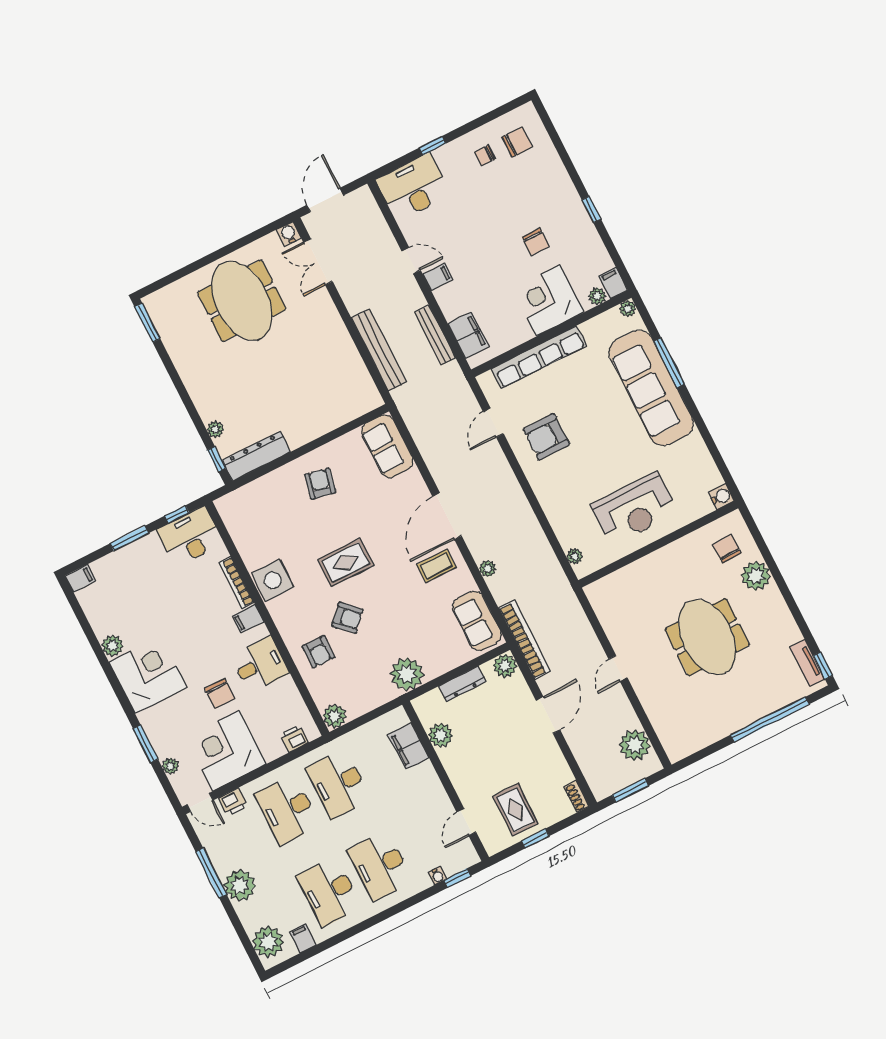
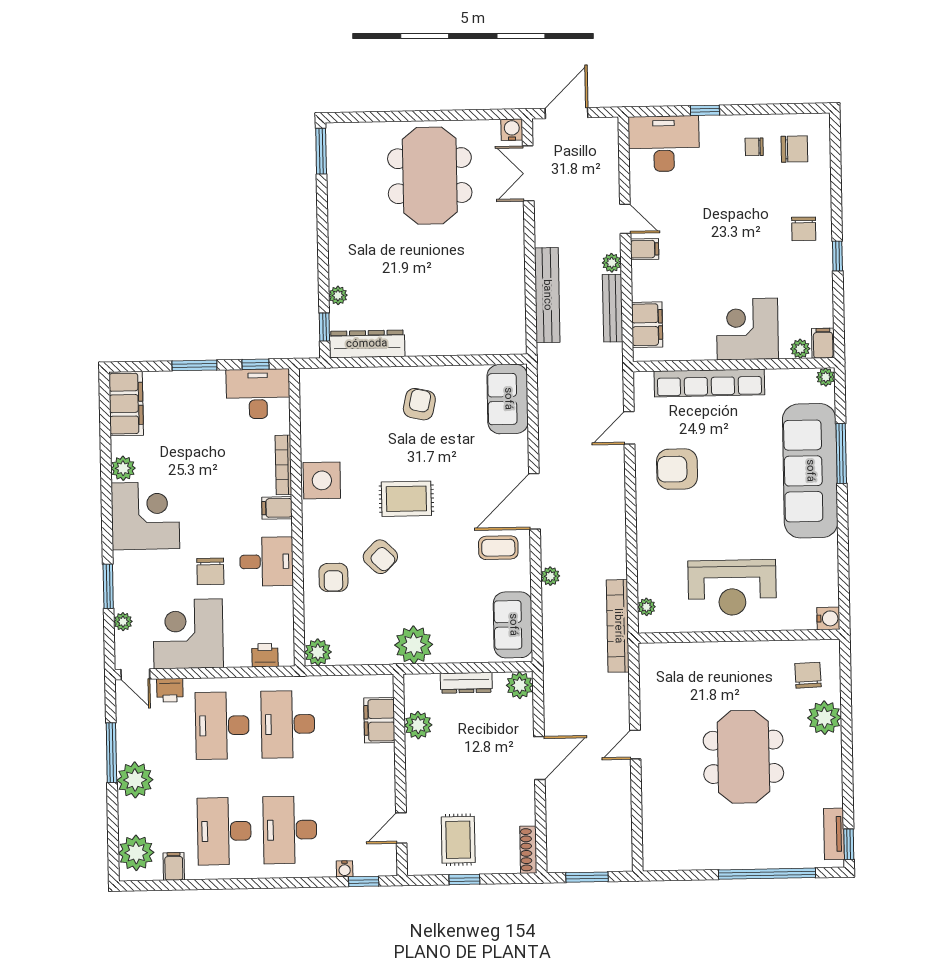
chair: (536, 242) -> (804, 229), moved
filing cabinet: (80, 578) -> (126, 404), width x3.00, depth x1.17
bookcase: (525, 640) -> (618, 626), moved, turned 180
plant: (635, 745) -> (612, 263), moved, width x0.53, depth x0.53
shoe rack: (577, 797) -> (528, 850), width x1.43

